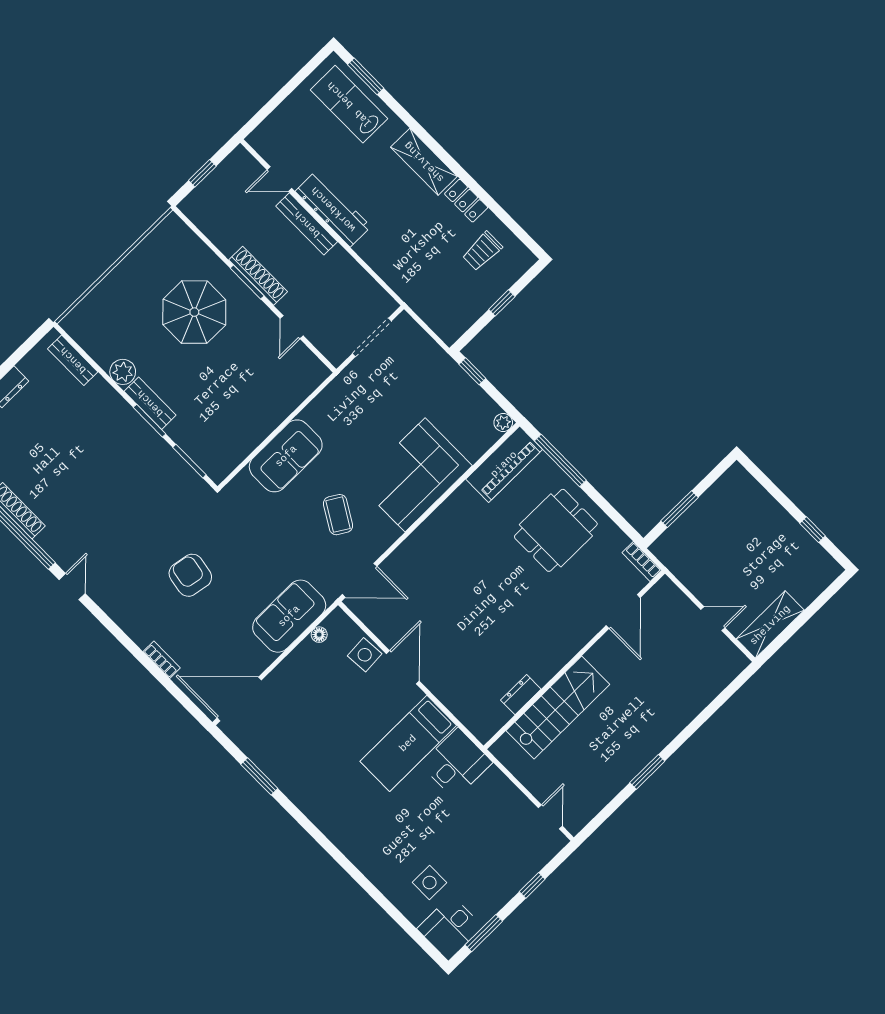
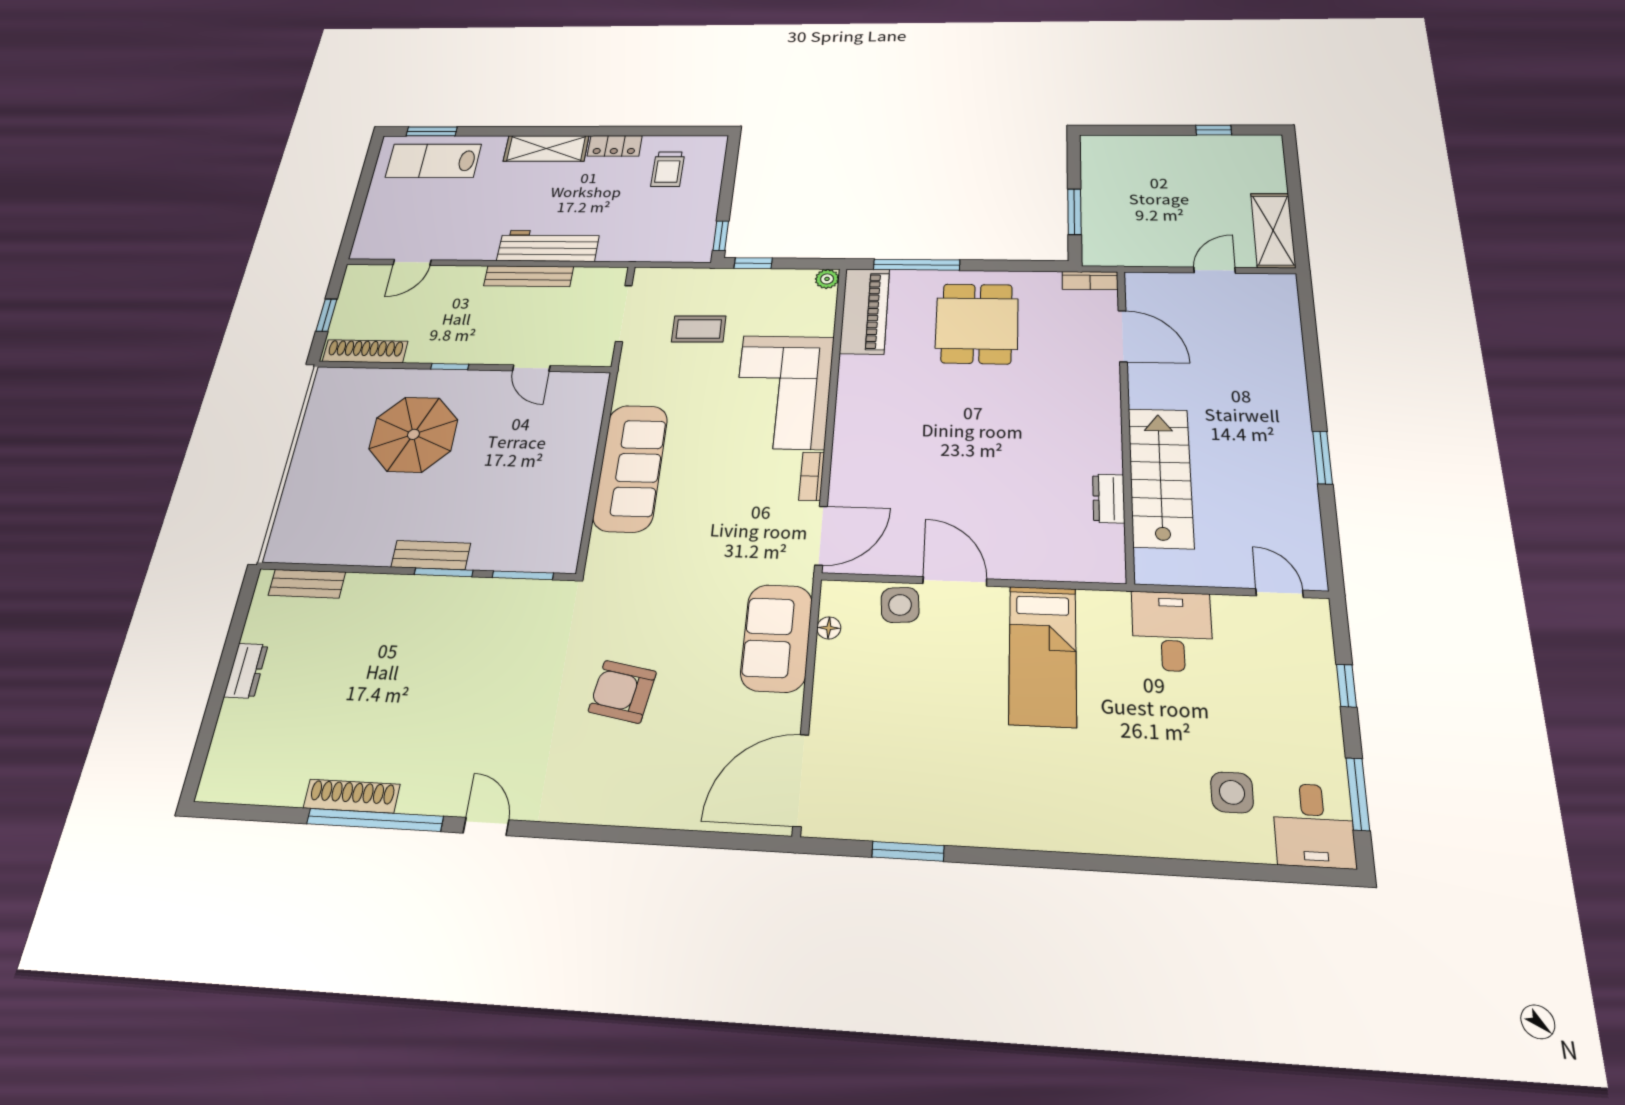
workbench: (333, 209) -> (548, 246), moved
bench: (307, 224) -> (529, 276), moved
shoe rack: (258, 276) -> (365, 351), moved
window: (247, 282) -> (450, 367), width x0.67
window: (502, 303) -> (721, 236), moved
plant: (123, 372) -> (375, 550), removed
sofa: (286, 456) -> (630, 468), width x1.36
coffee table: (338, 515) -> (699, 329), moved, turned -32
bookcase: (162, 660) -> (812, 476), moved, turned -90
desk: (456, 763) -> (1172, 631), moved

